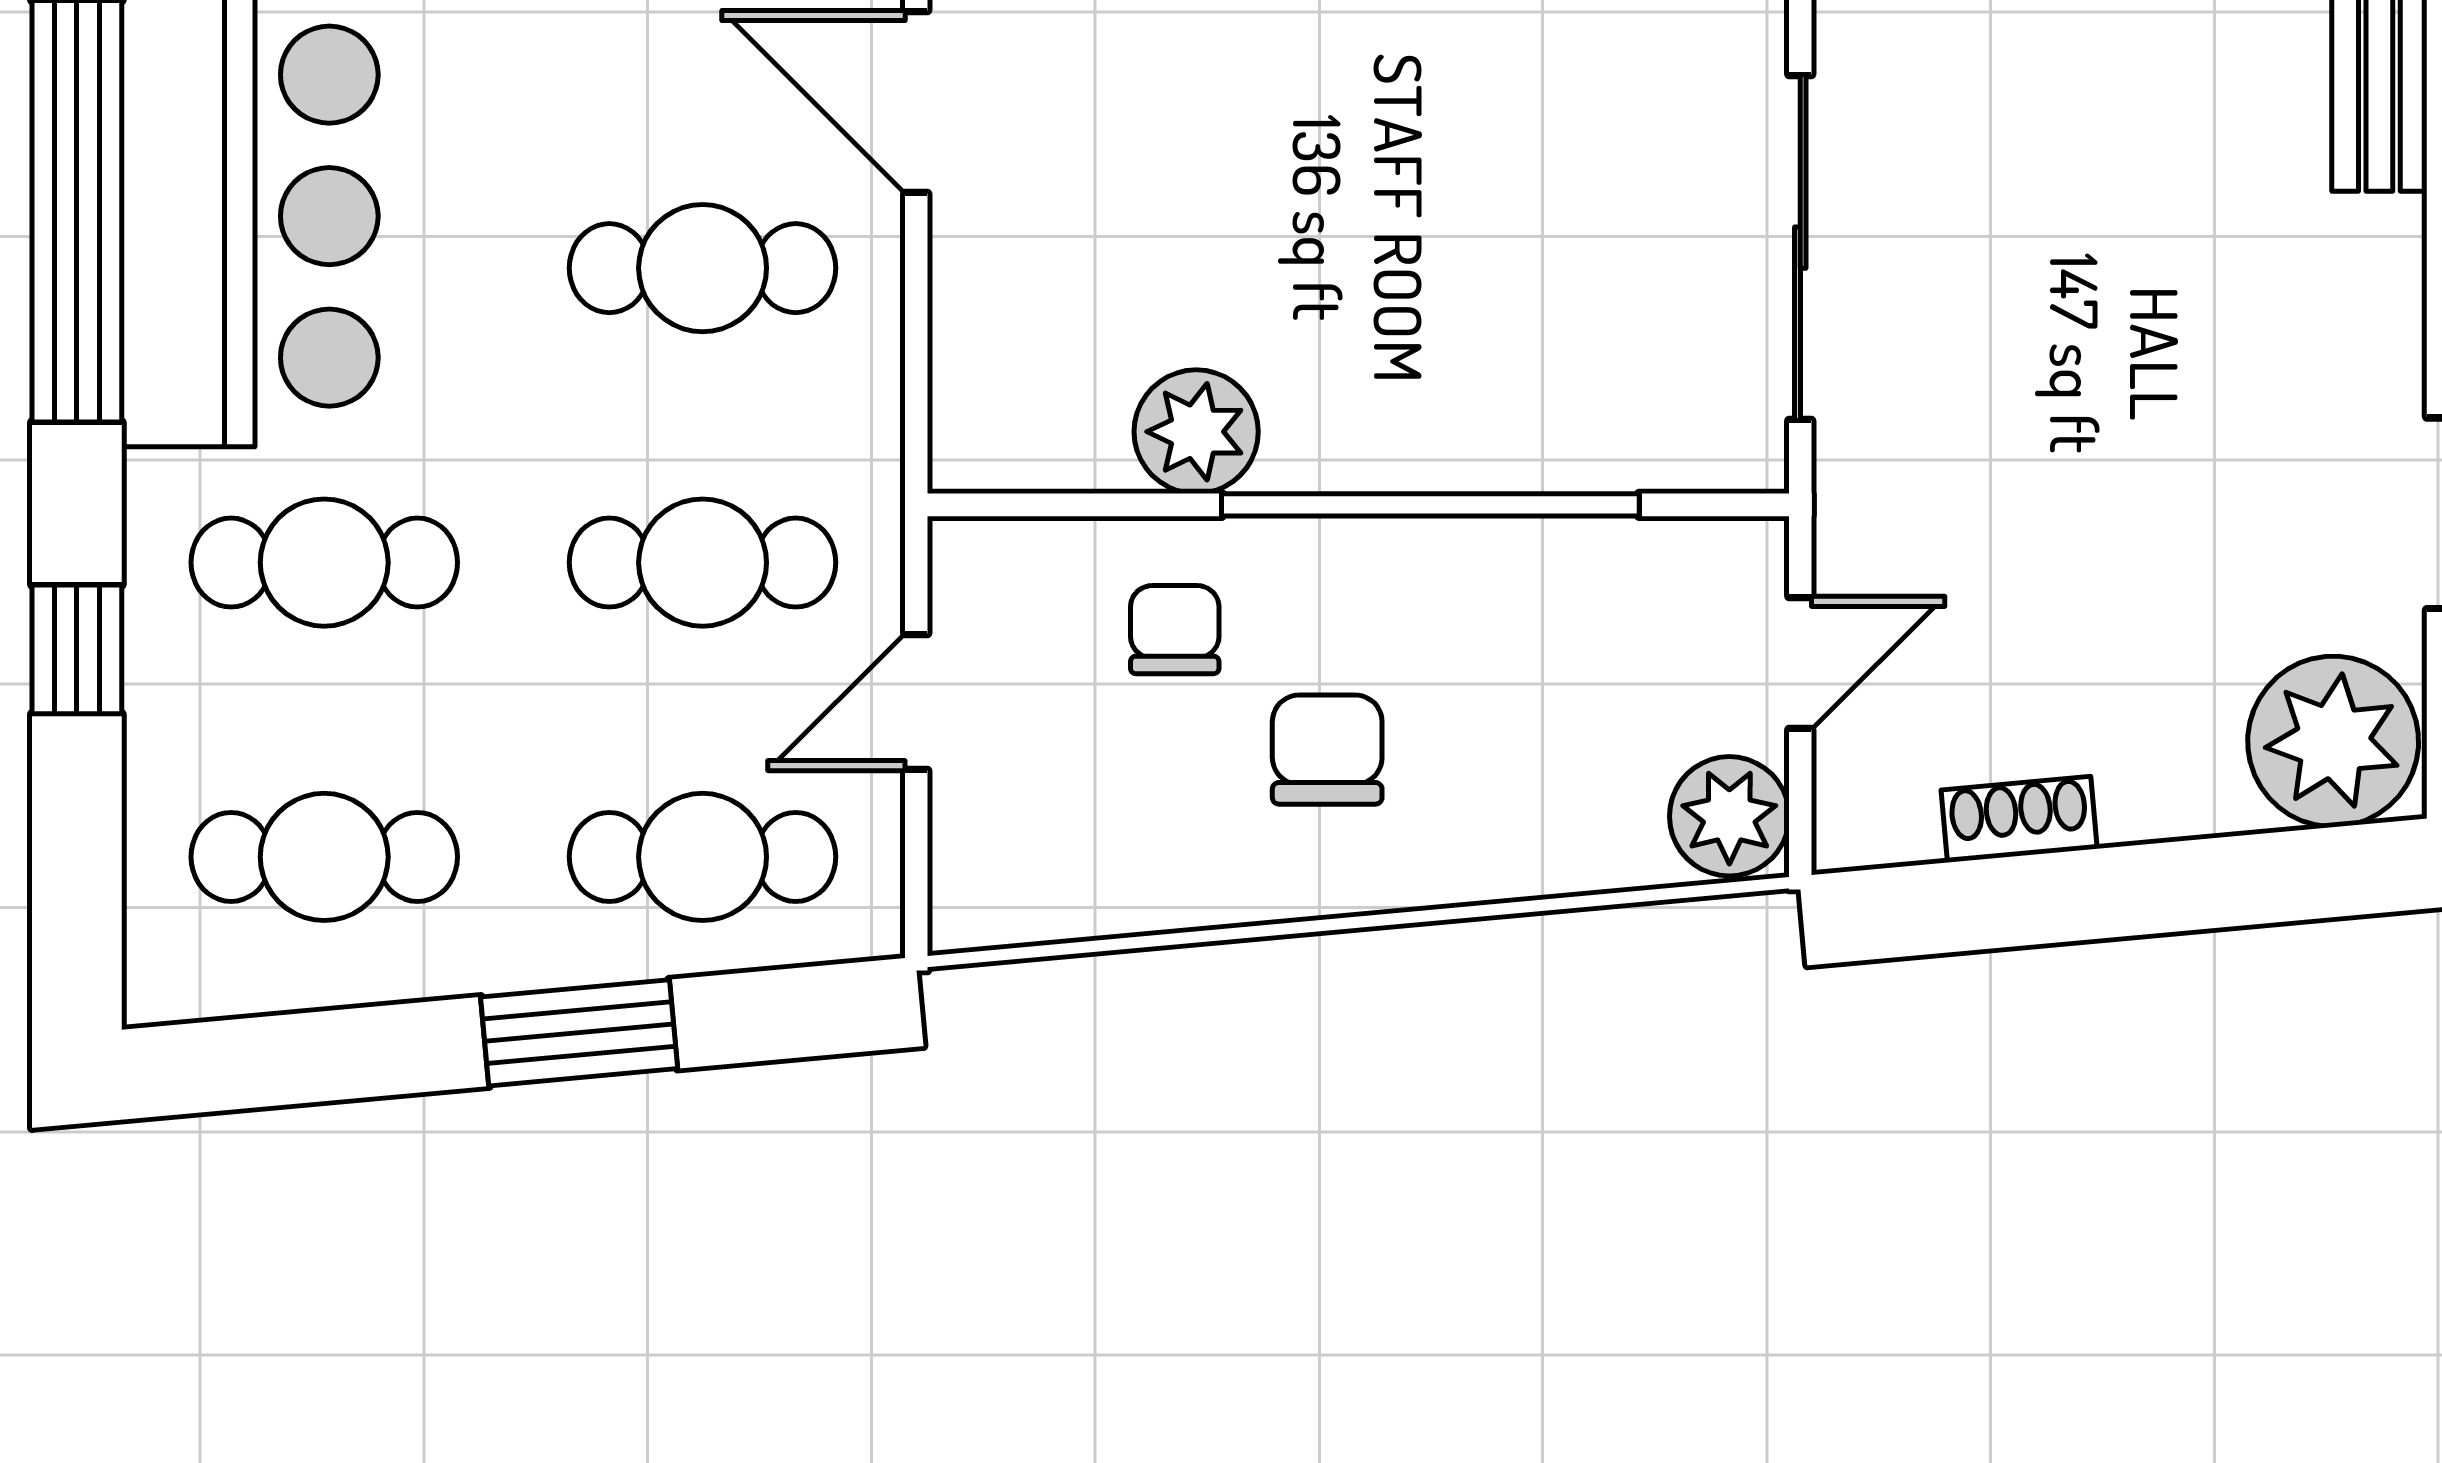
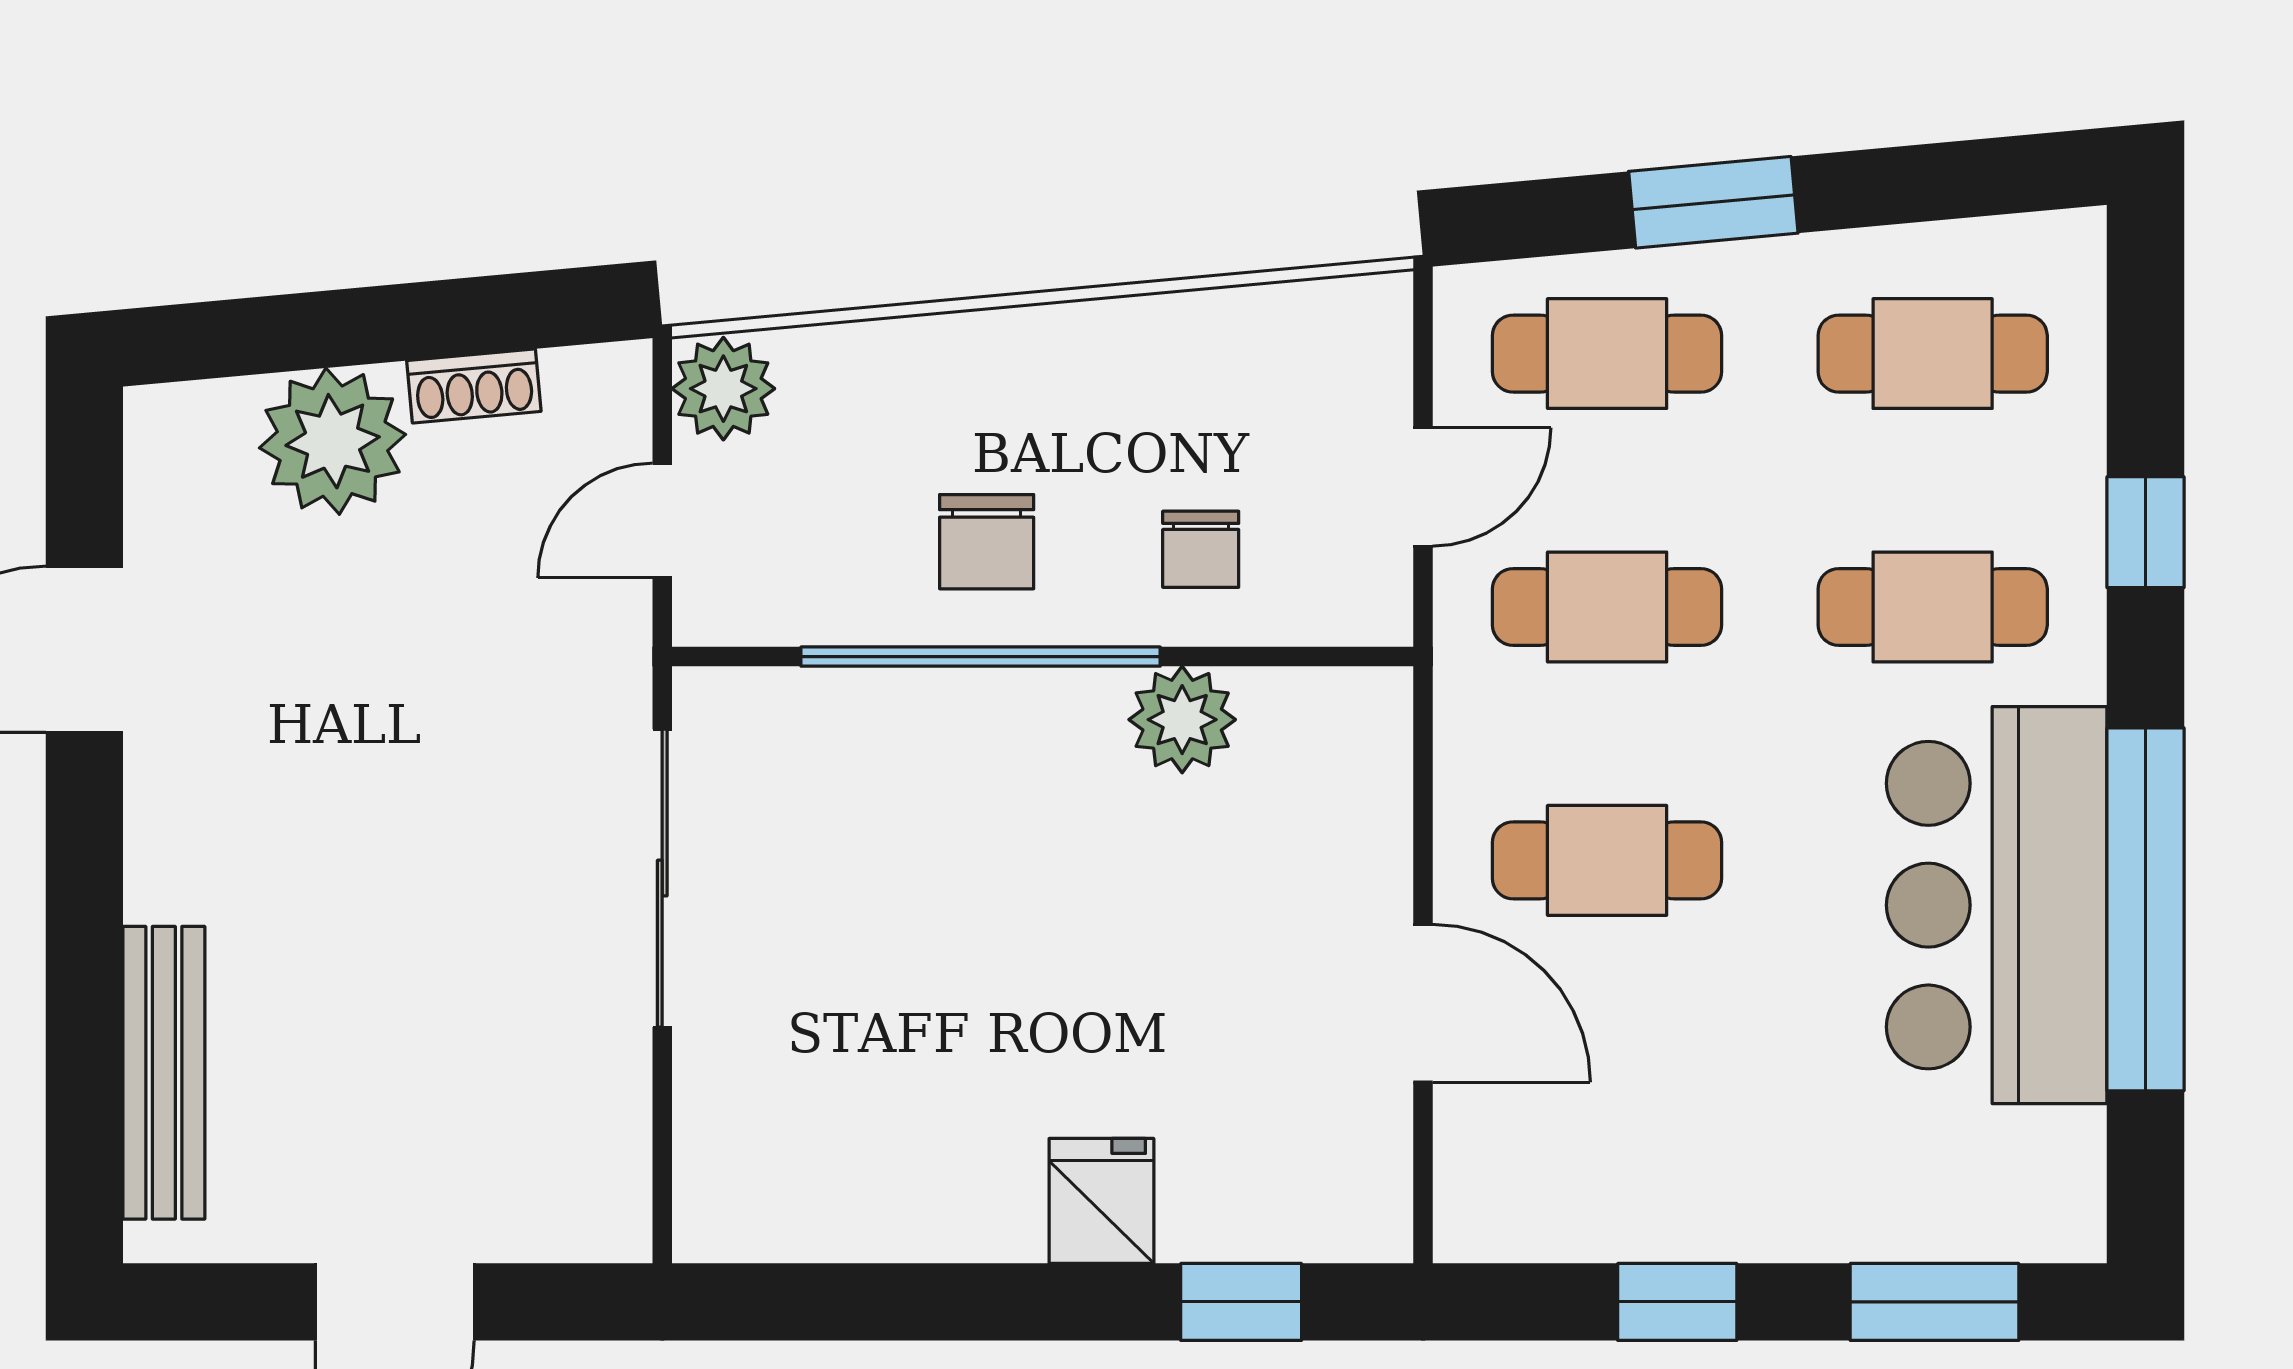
plant: (2333, 741) -> (333, 441), moved
chair: (1327, 750) -> (987, 542), moved

